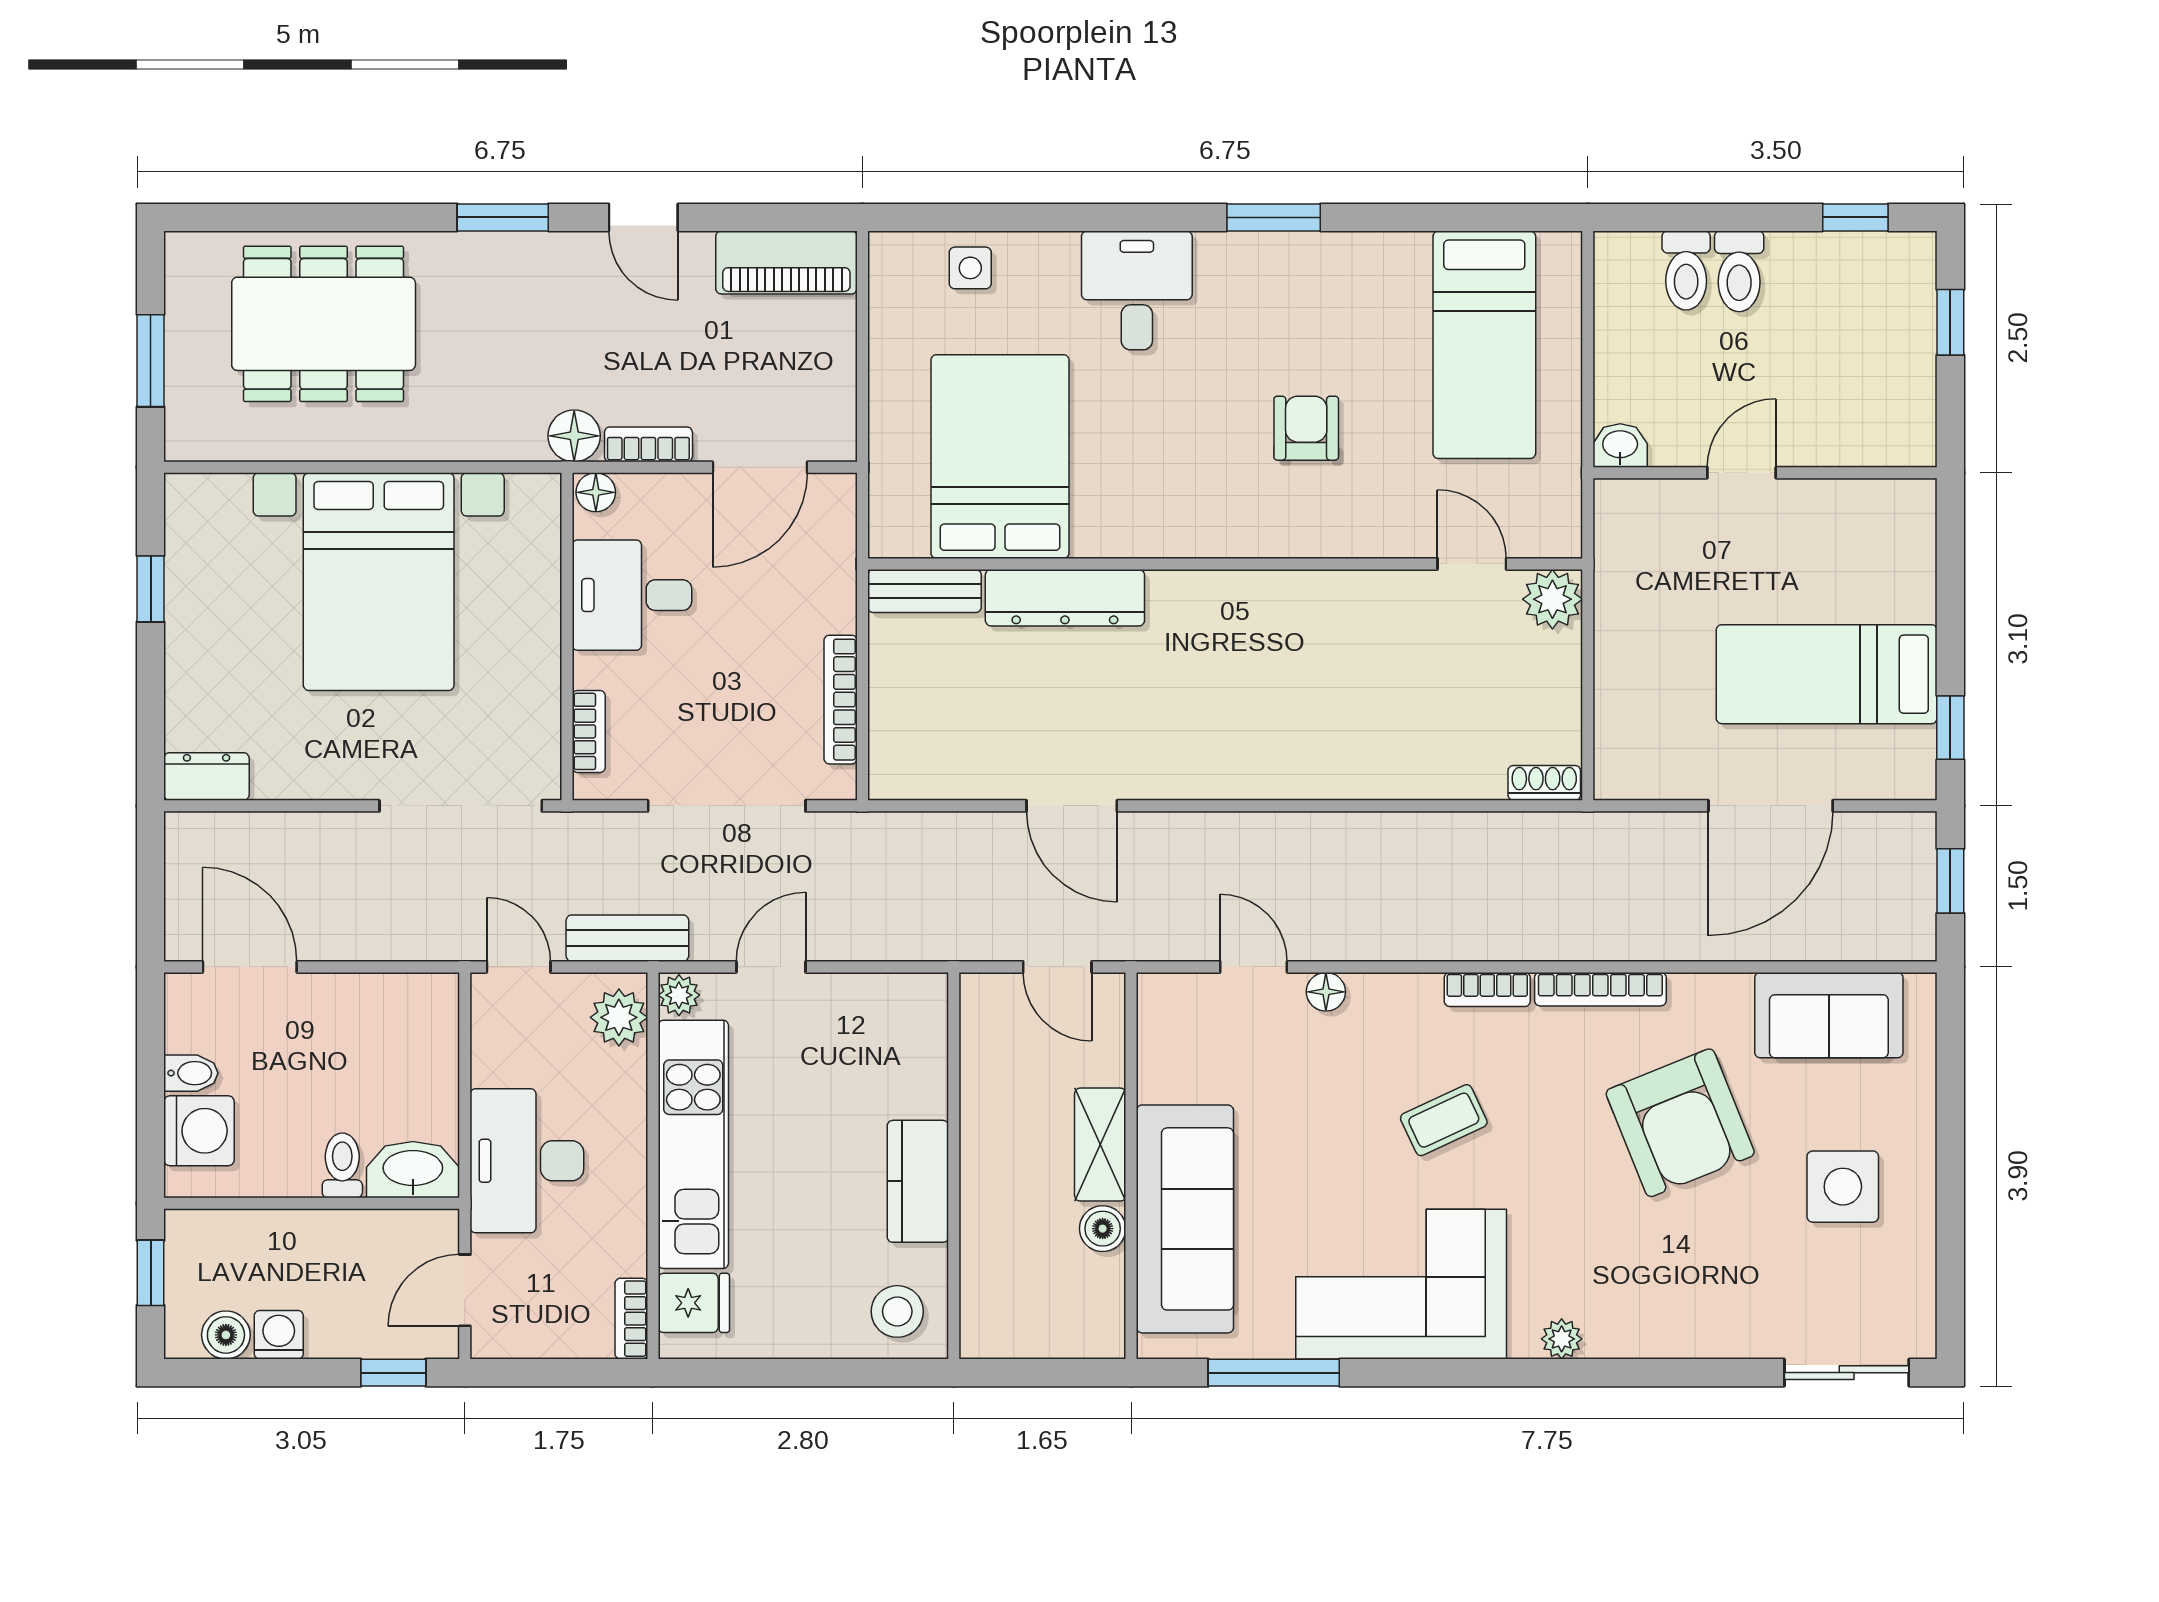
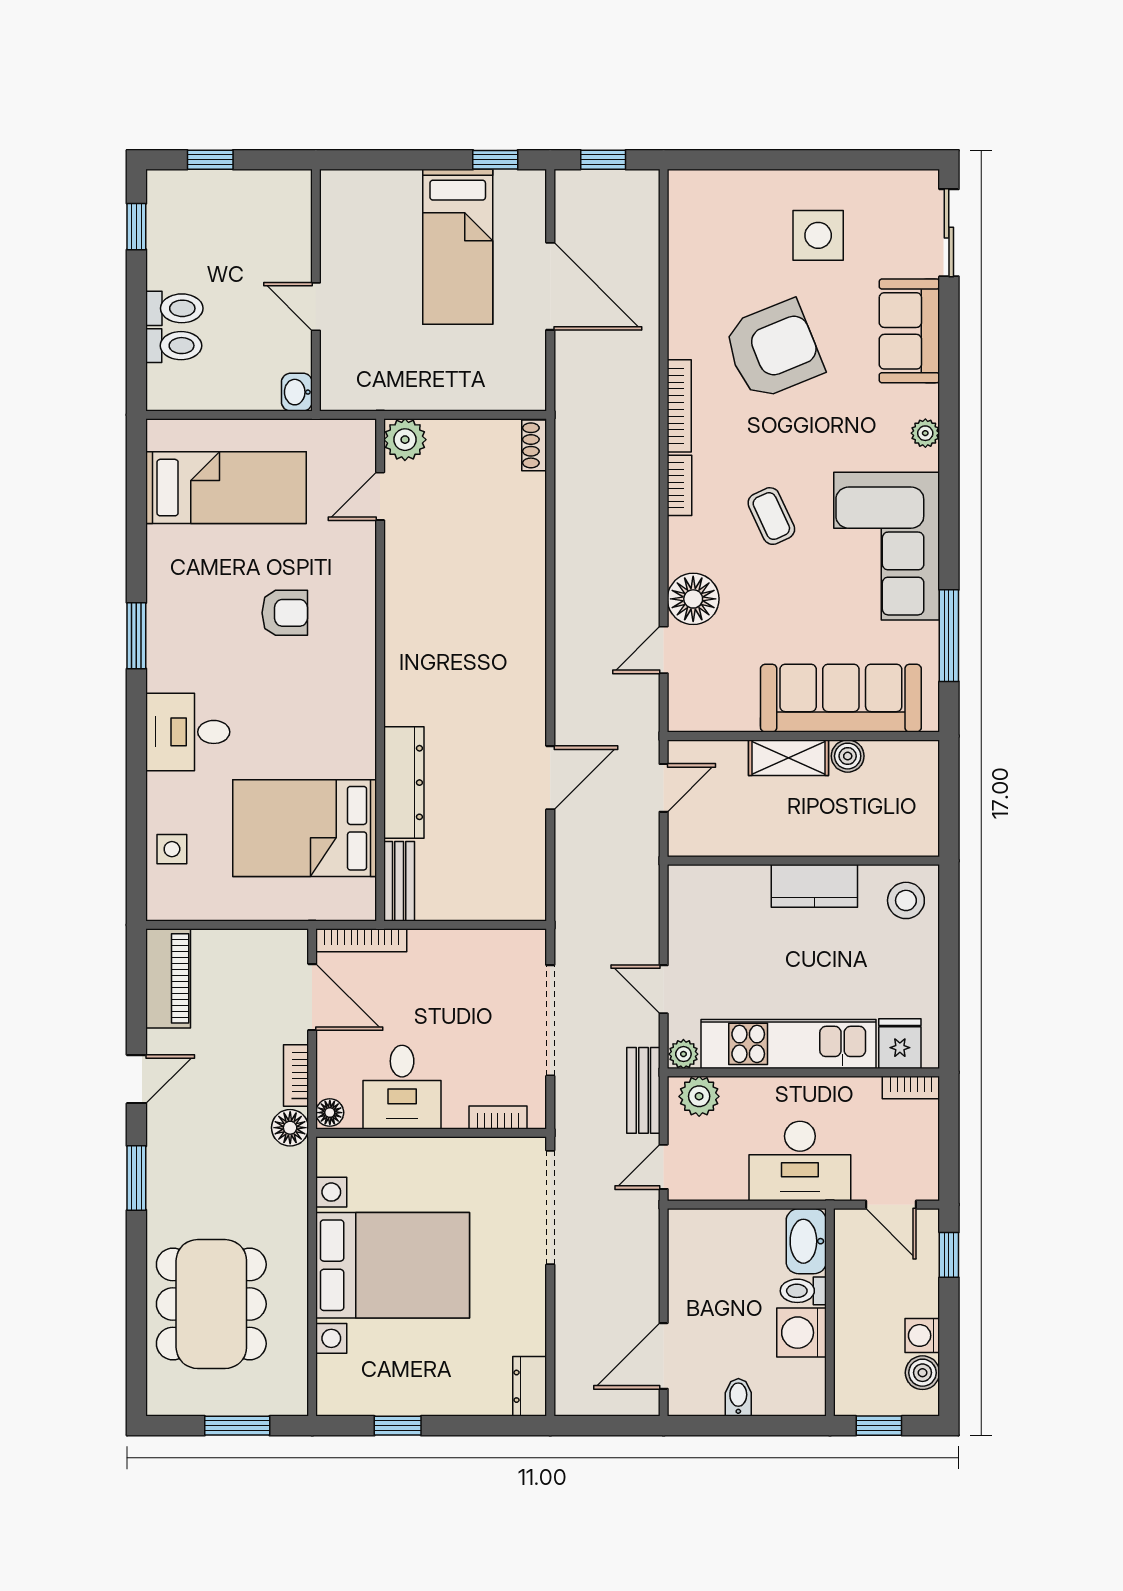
armchair: (1306, 428) -> (285, 613), turned 180
bookcase: (841, 700) -> (361, 940), moved
floor lamp: (1326, 992) -> (693, 599), width x1.89, depth x1.89
sofa: (1829, 1015) -> (909, 331), moved, turned 180
washing machine: (199, 1131) -> (801, 1333), moved, turned -90

